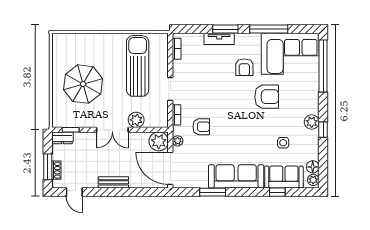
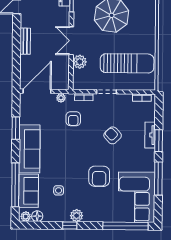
armchair: (244, 67) -> (113, 135), moved, turned 47
plant: (159, 141) -> (61, 81), removed
window: (277, 192) -> (15, 185), width x3.17

